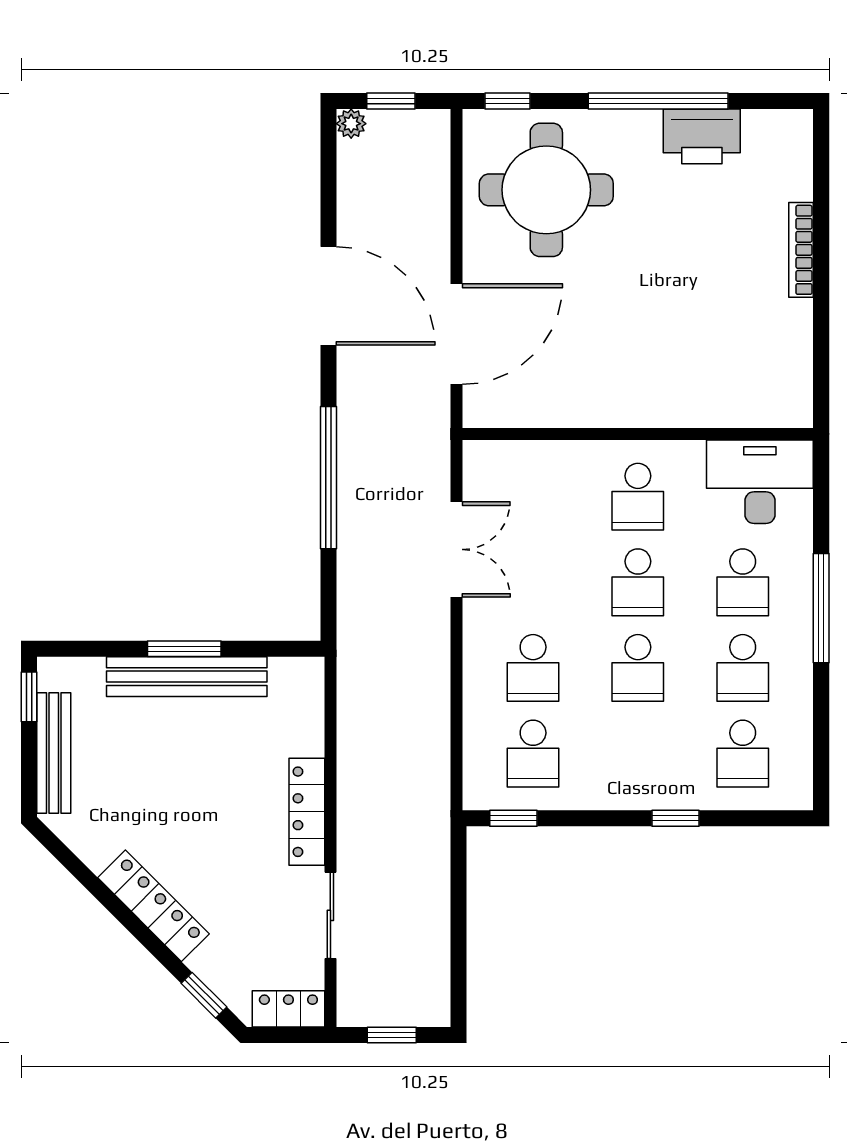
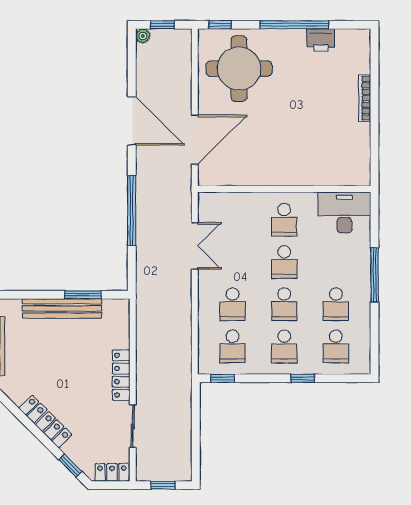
printer: (702, 136) -> (321, 40), width x0.73, depth x0.84
school desk: (743, 582) -> (284, 346), moved
window: (184, 649) -> (83, 295), moved

